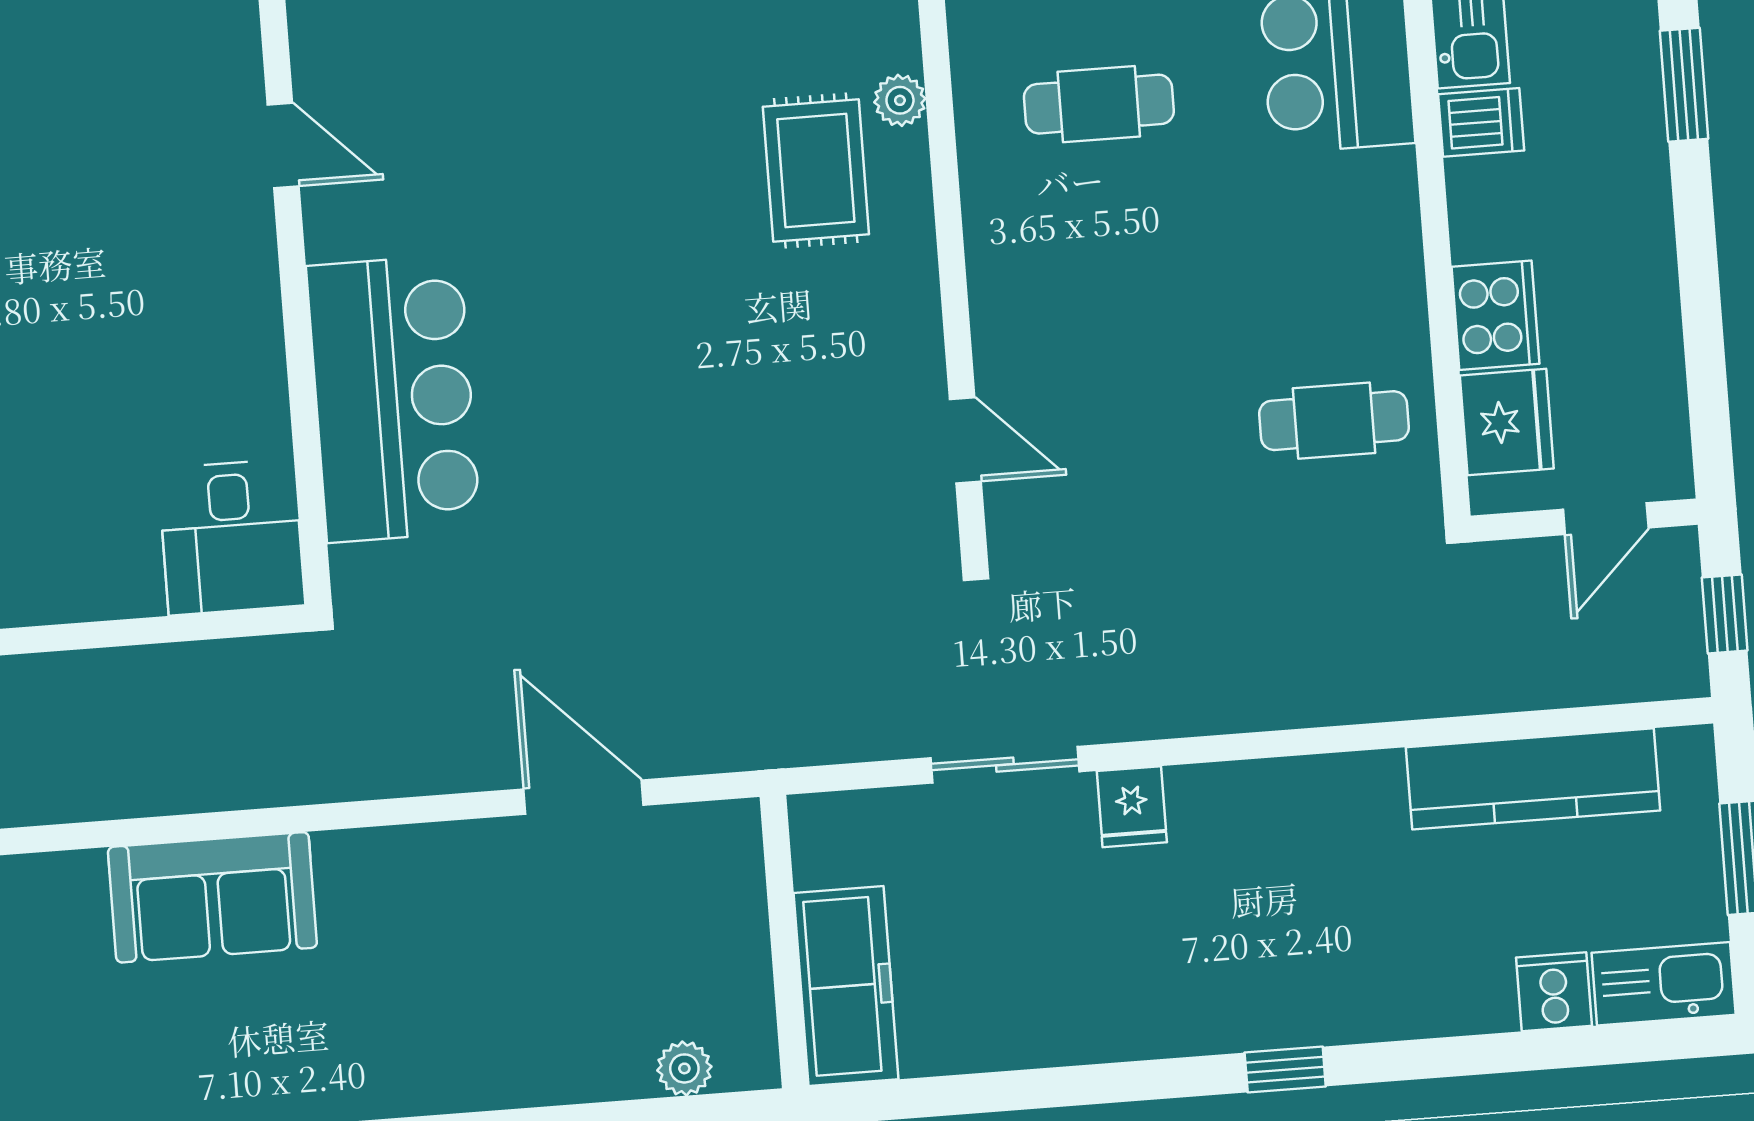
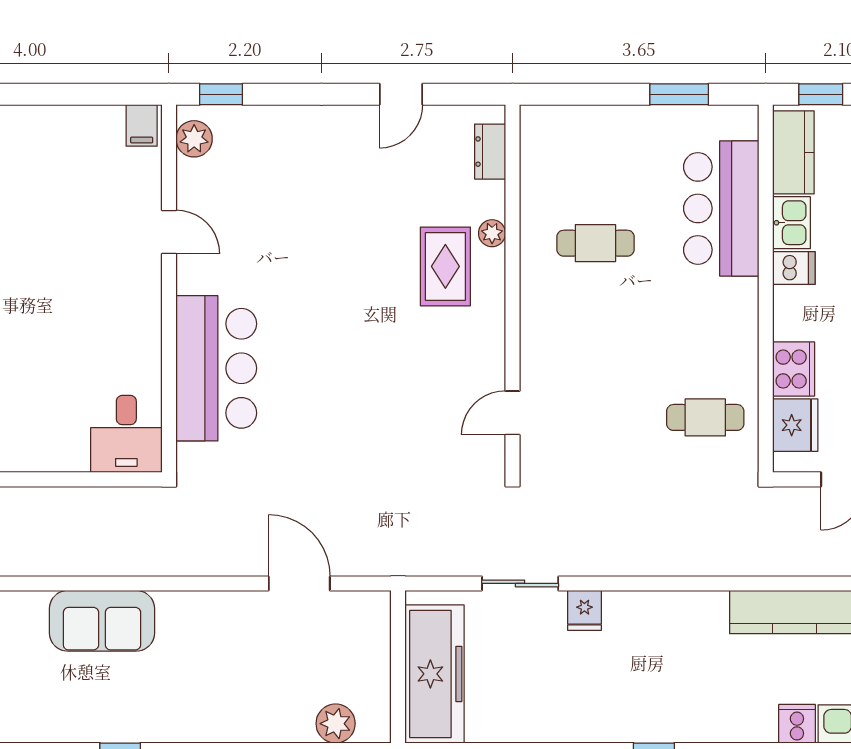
door: (965, 440) -> (512, 413), swing flipped
freezer: (846, 986) -> (435, 674), width x1.36, depth x1.26
plant: (684, 1068) -> (336, 724), width x1.38, depth x1.38

